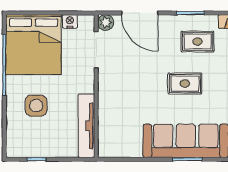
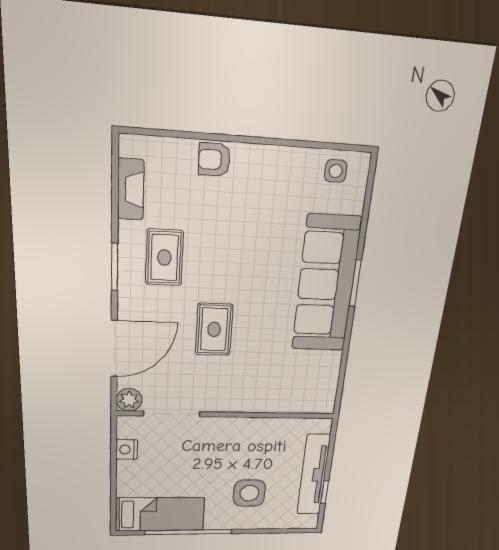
bed: (33, 45) -> (160, 514), width x0.49
rug: (185, 84) -> (214, 329), moved
tv unit: (86, 126) -> (314, 475), moved, turned 90

